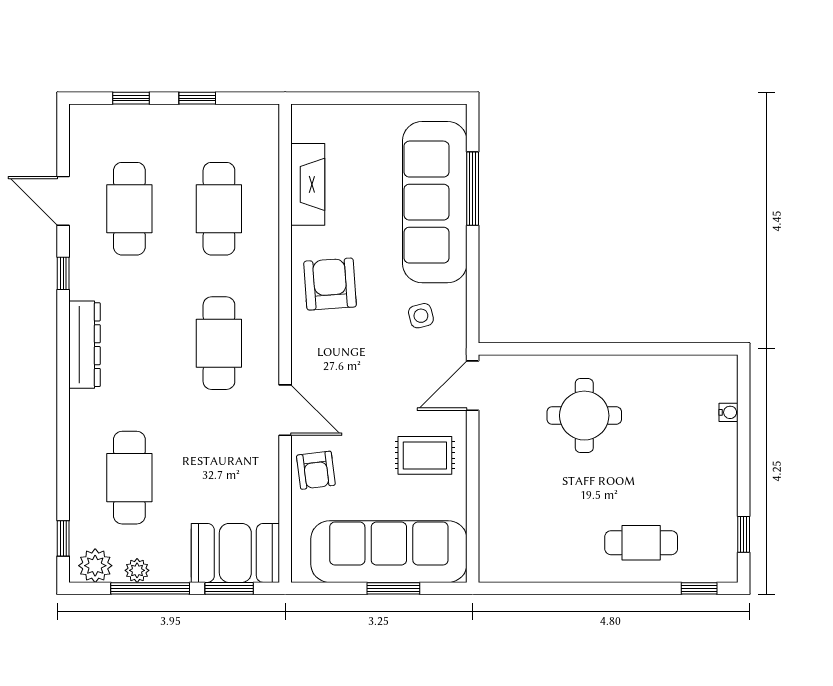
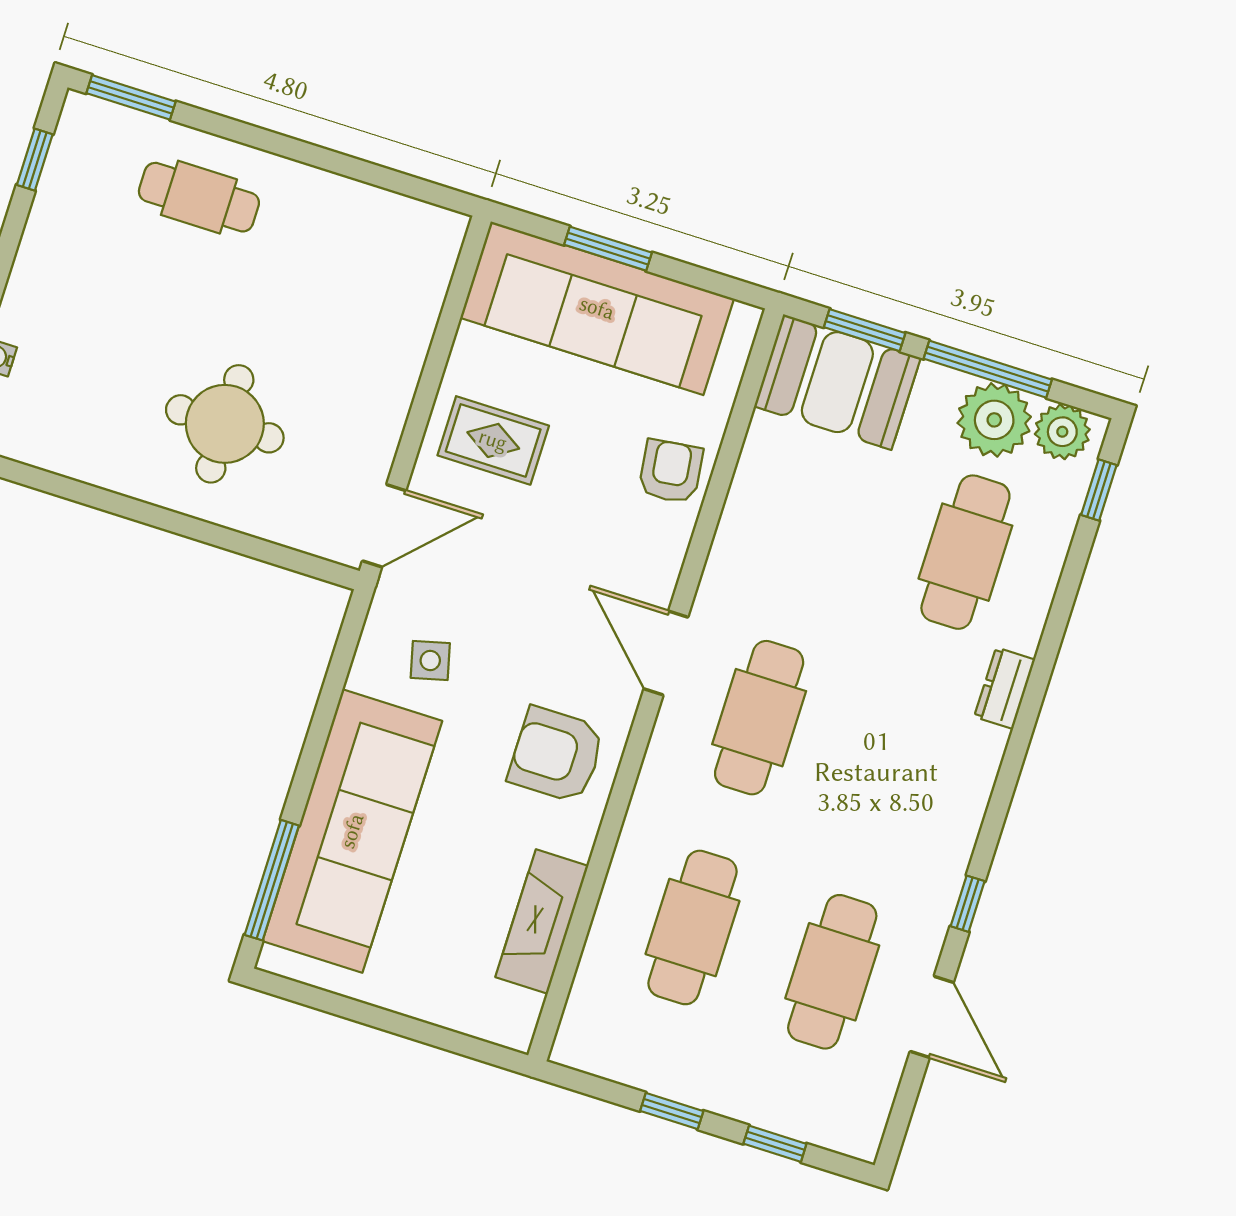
window: (473, 189) -> (272, 880), moved
armchair: (330, 284) -> (556, 755), turned 94
dresser: (84, 345) -> (1005, 688), moved, width x0.51, depth x0.80
door: (285, 410) -> (666, 653), moved
plant: (137, 570) -> (994, 420), width x1.87, depth x1.87
window: (699, 588) -> (131, 97), width x1.50

